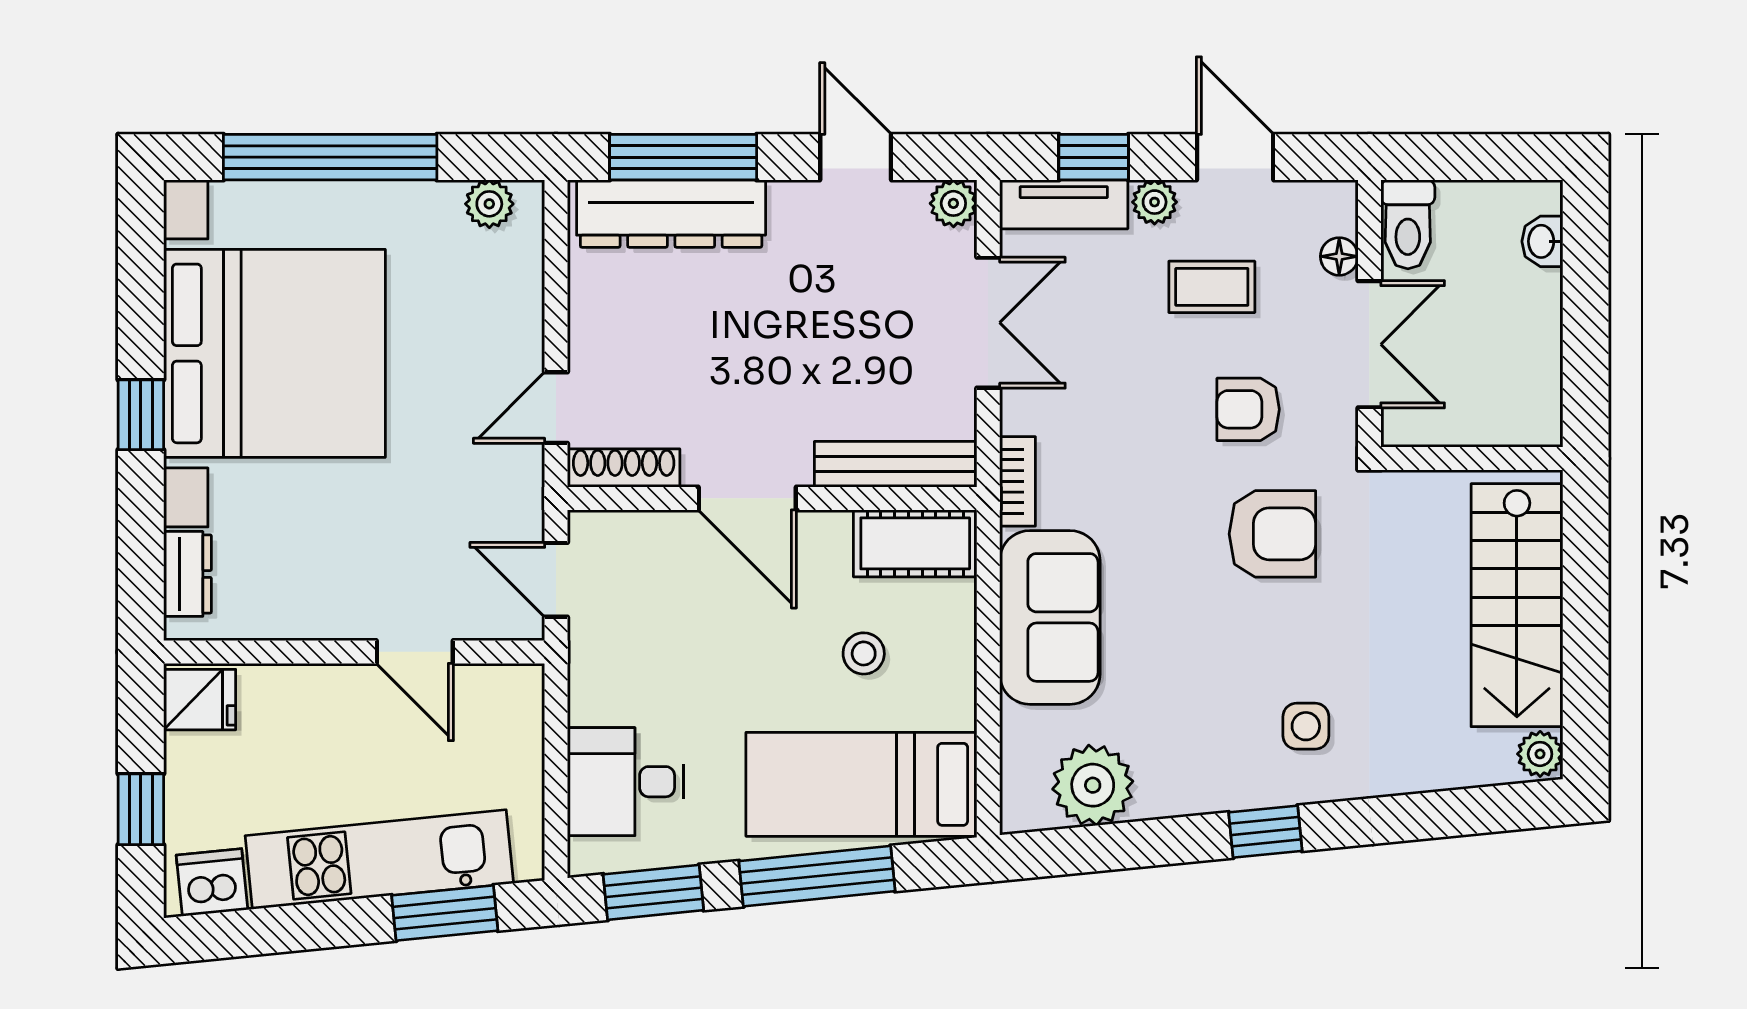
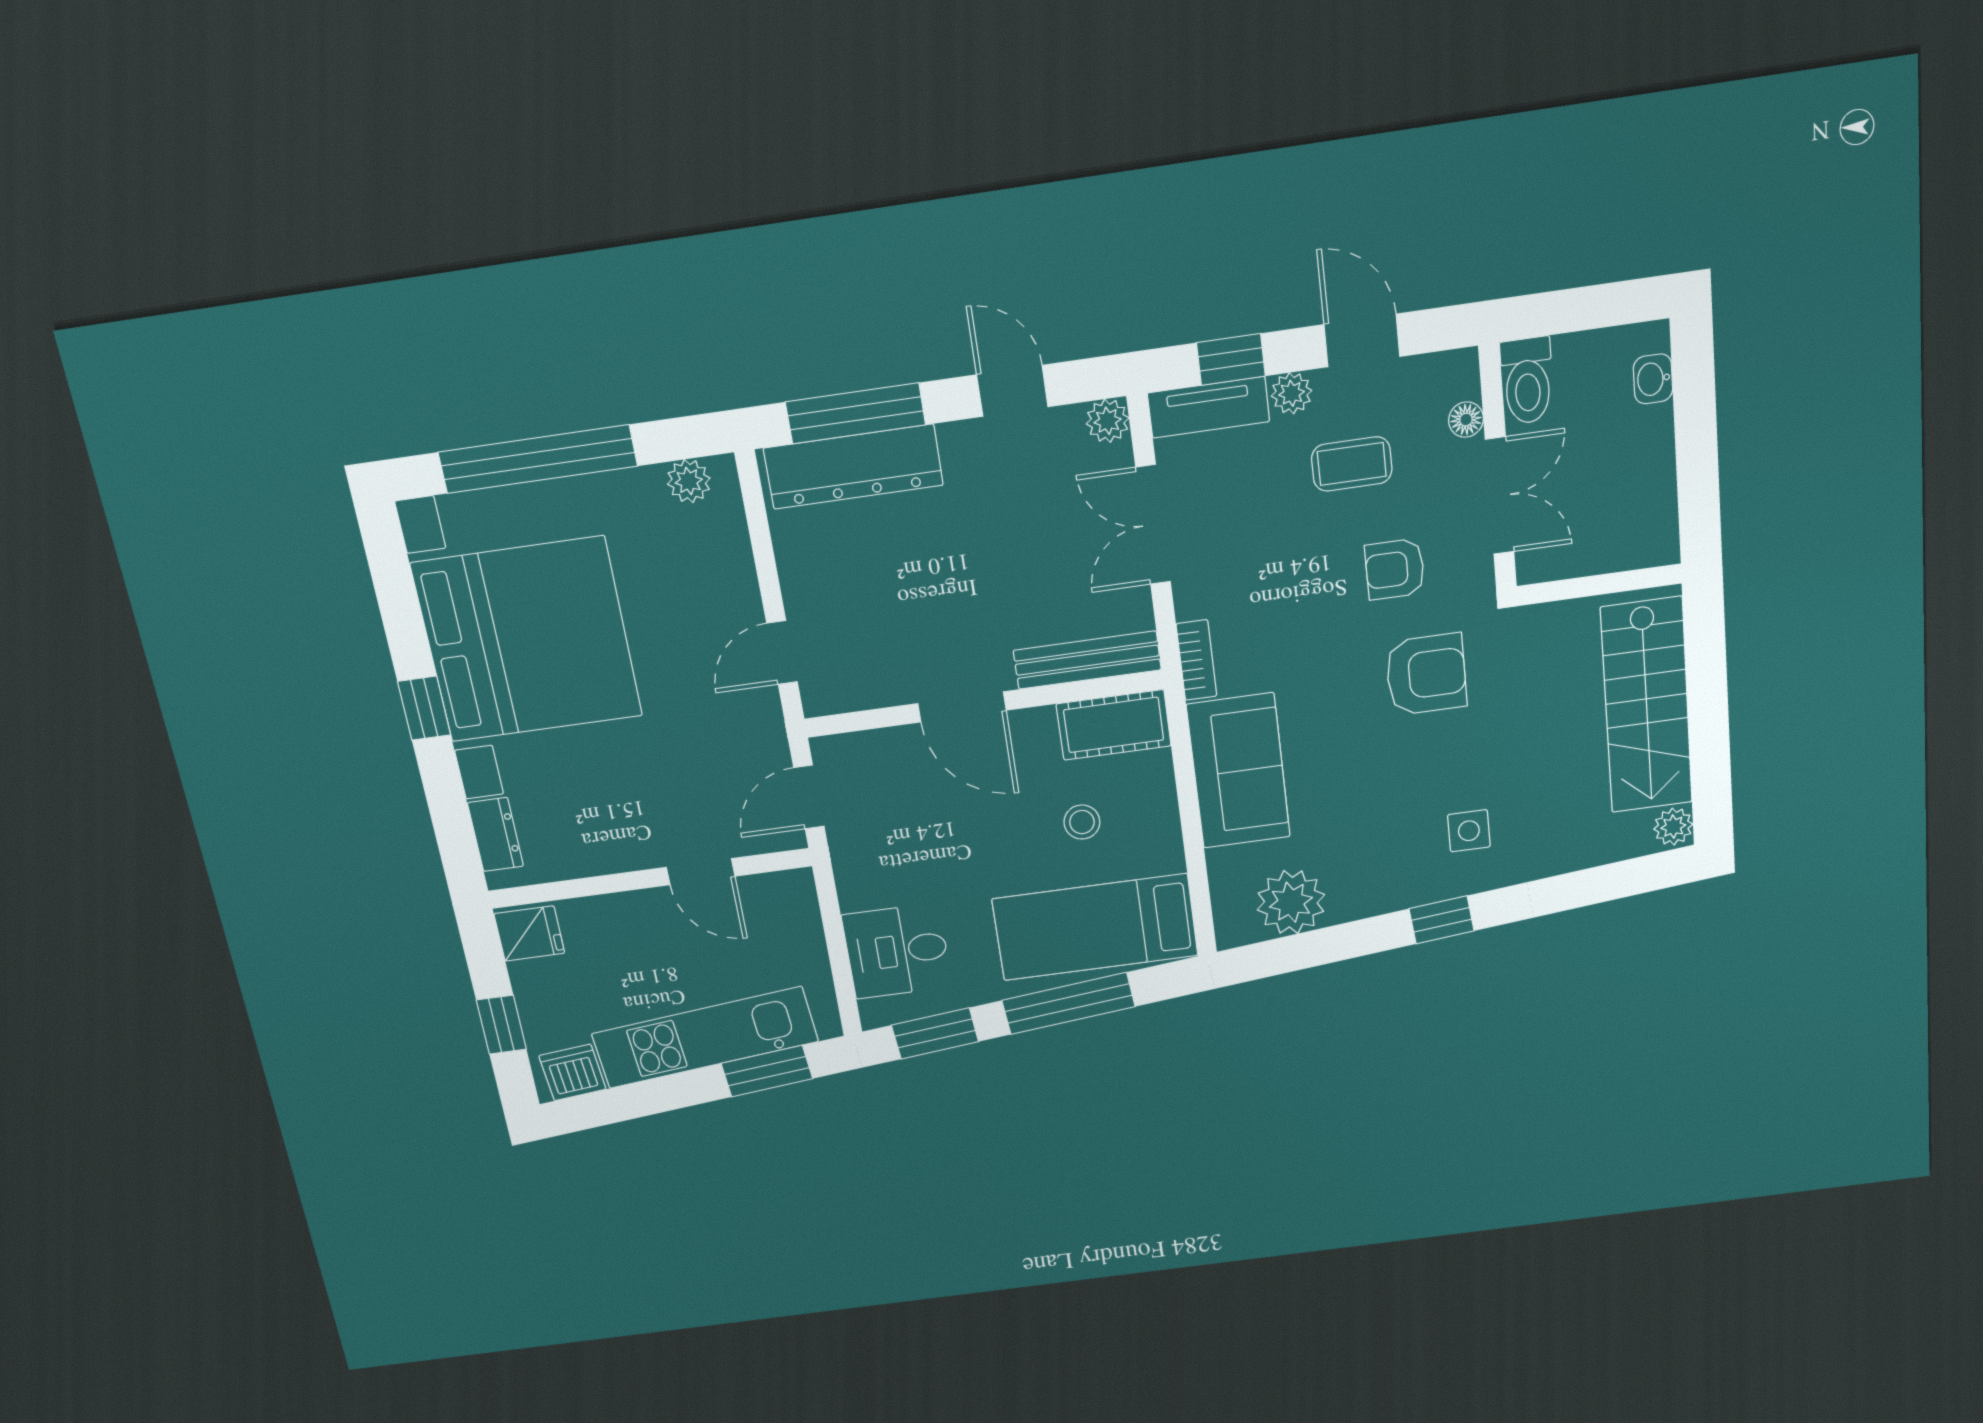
double door: (988, 323) -> (1153, 525), swing flipped
shoe rack: (624, 468) -> (850, 696), removed
door: (556, 580) -> (809, 797), hinge flipped

